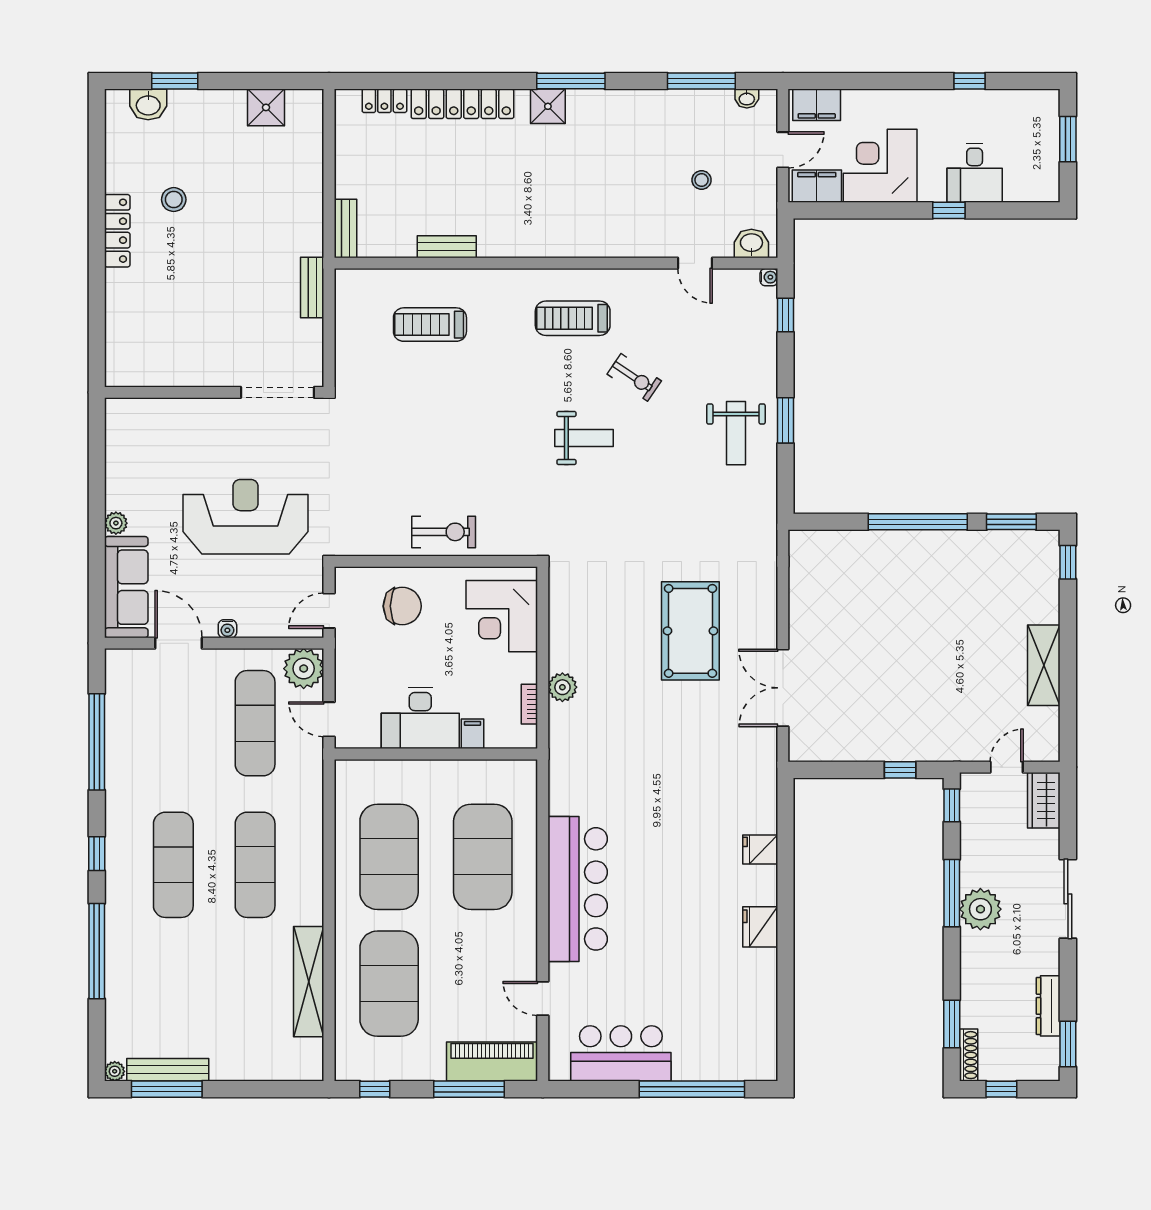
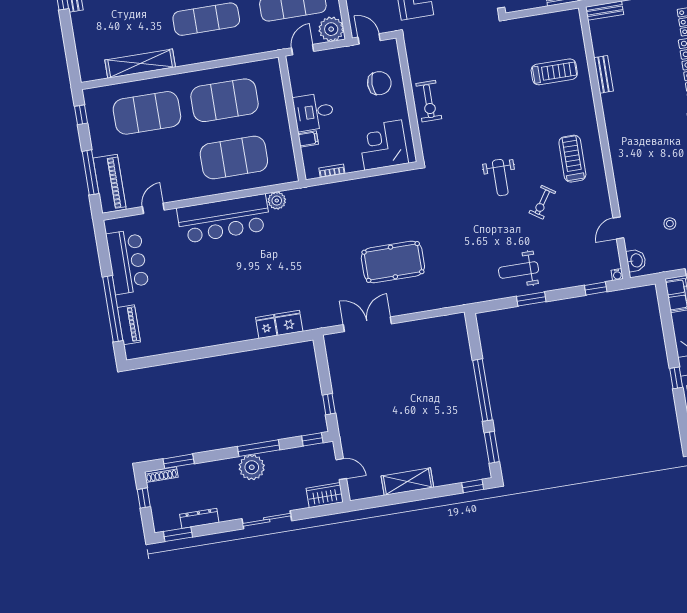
treadmill: (430, 325) -> (554, 72), turned 90
chair: (402, 606) -> (379, 83), turned -90
plant: (562, 687) -> (277, 201), moved
desk: (420, 718) -> (314, 112), width x0.73
fridge: (760, 927) -> (289, 323), moved
piano: (722, 1068) -> (129, 325), added

